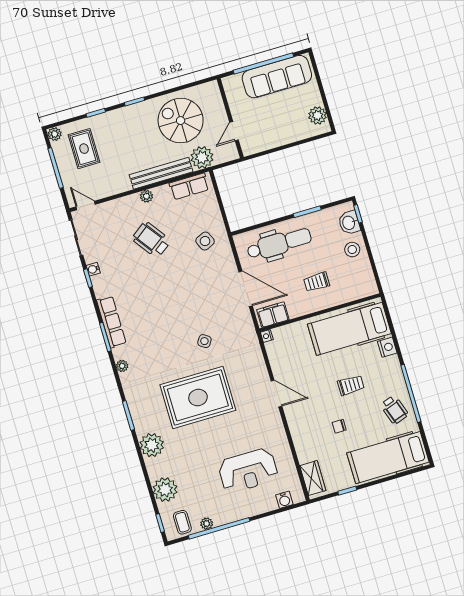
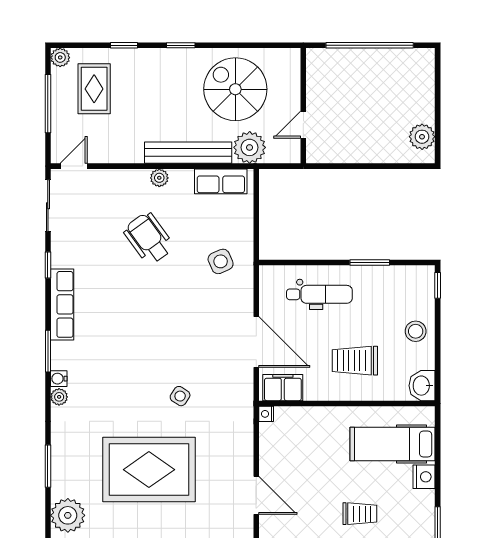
sofa: (277, 77) -> (383, 68), removed
door: (86, 206) -> (74, 166), hinge flipped
washbasin: (349, 223) -> (422, 386), moved
dental chair: (279, 244) -> (319, 294), width x0.73, depth x0.72
water cooler: (93, 269) -> (59, 379), moved
trolley: (317, 282) -> (355, 361), width x1.36, depth x1.39
row of seats: (111, 322) -> (62, 304), moved
hospital bed: (349, 329) -> (393, 444), width x0.73, depth x0.78

